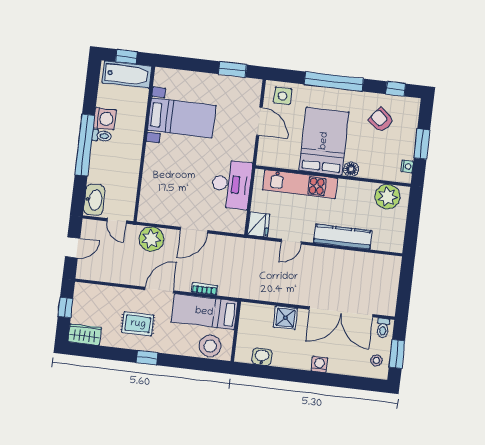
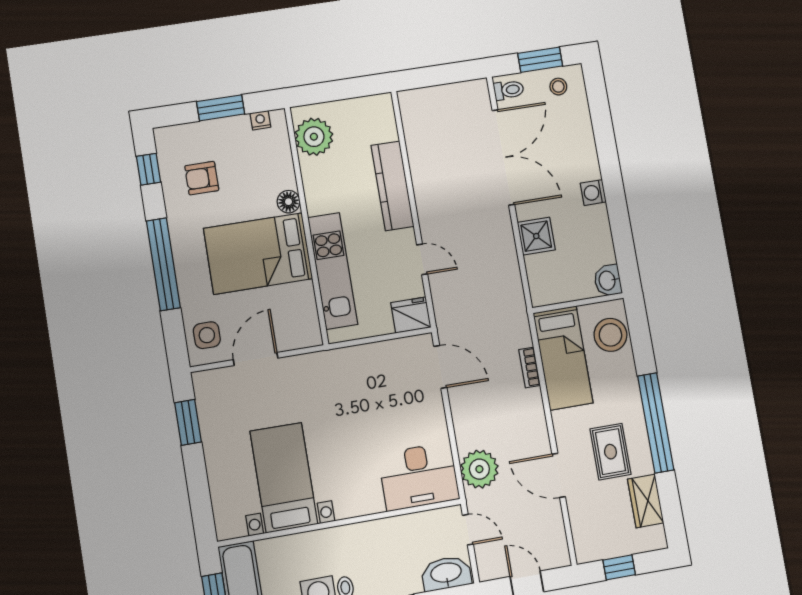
armchair: (381, 120) -> (202, 178), turned 52
desk: (231, 184) -> (419, 476), moved, turned 180
door: (117, 221) -> (468, 530), hinge flipped
door: (194, 230) -> (440, 367), moved
door: (159, 290) -> (559, 475), moved
wardrobe: (85, 335) -> (646, 501), moved
washbasin: (262, 357) -> (608, 280), moved
window: (147, 358) -> (656, 423), width x3.17
washing machine: (319, 364) -> (593, 193), moved

